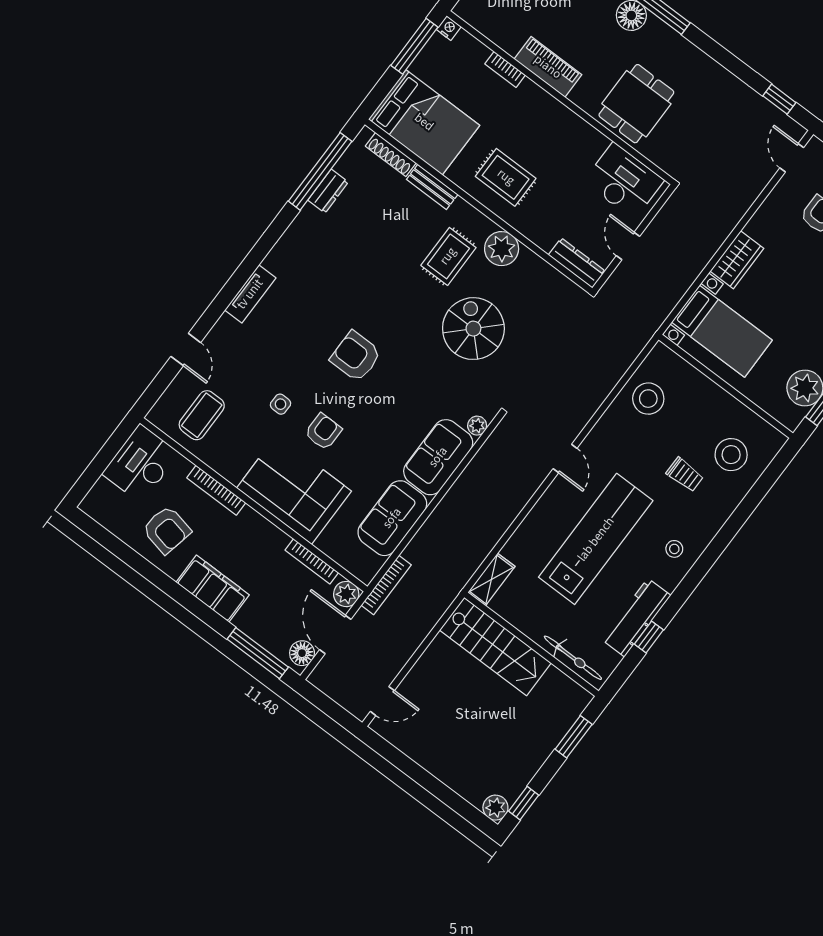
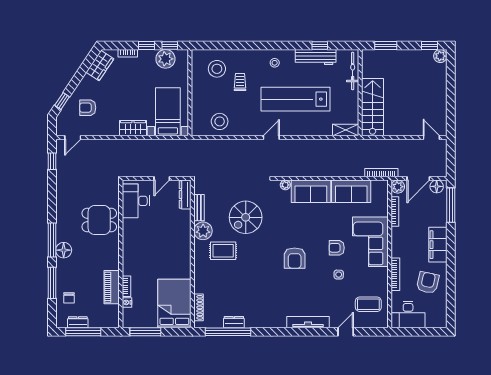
nightstand: (449, 28) -> (127, 302), moved
piano: (548, 67) -> (112, 287), moved
rug: (506, 177) -> (172, 252), removed
bench: (432, 187) -> (199, 208), moved
tv unit: (250, 294) -> (308, 322), width x1.41

